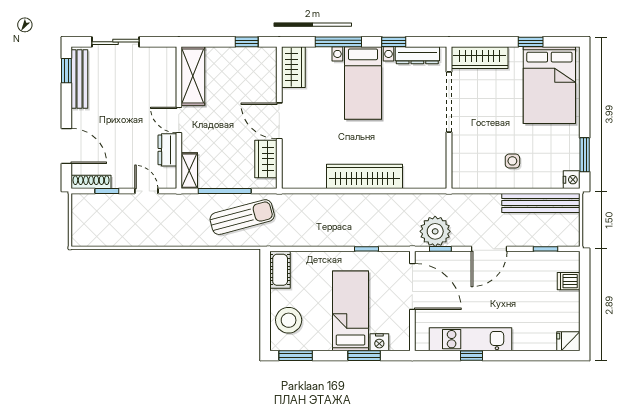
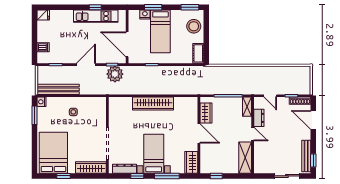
sun lounger: (242, 217) -> (219, 82), removed

